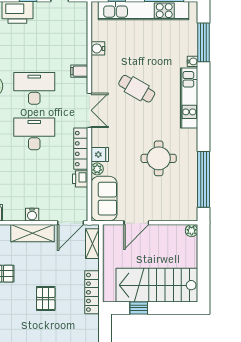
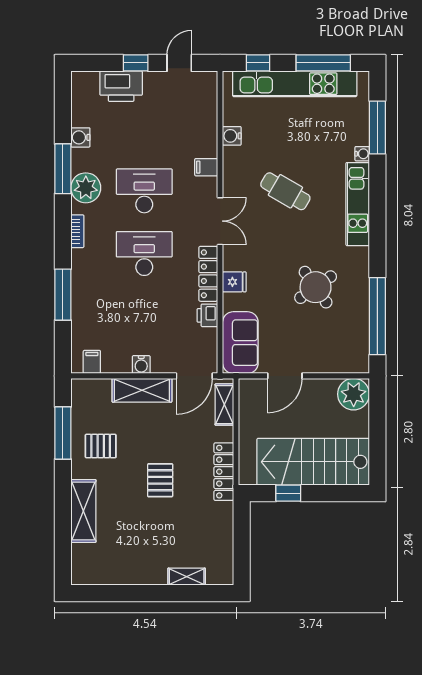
round table: (159, 158) -> (316, 287), turned -35
plant: (97, 169) -> (231, 302), removed
plant: (192, 231) -> (354, 394), width x1.88, depth x1.88

